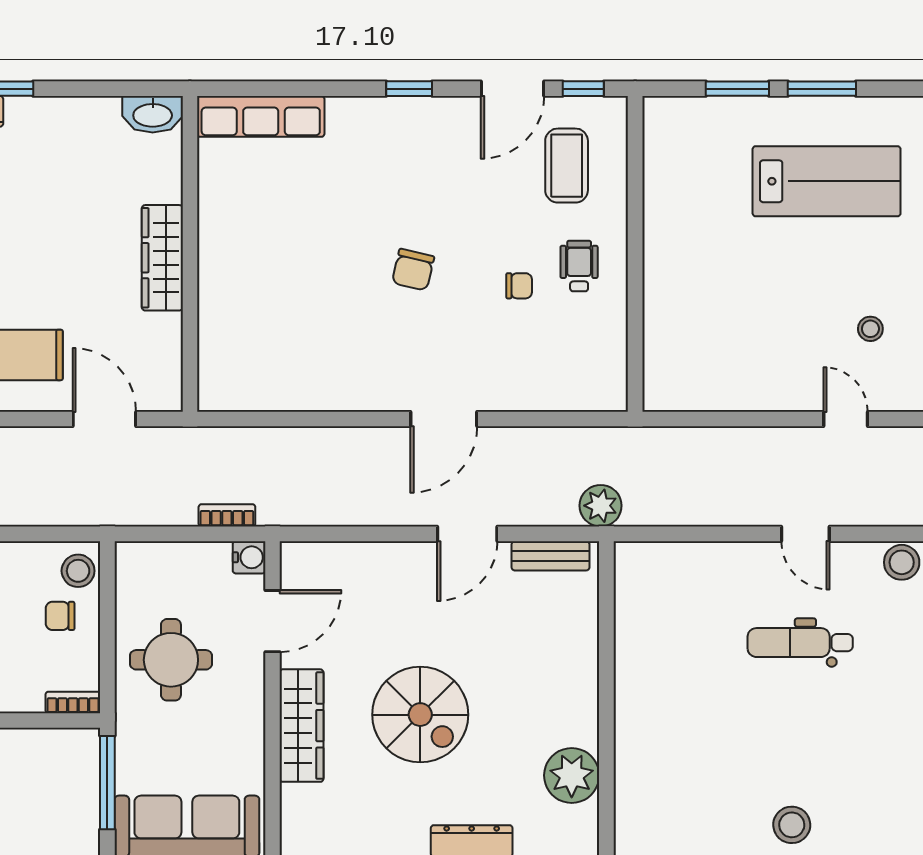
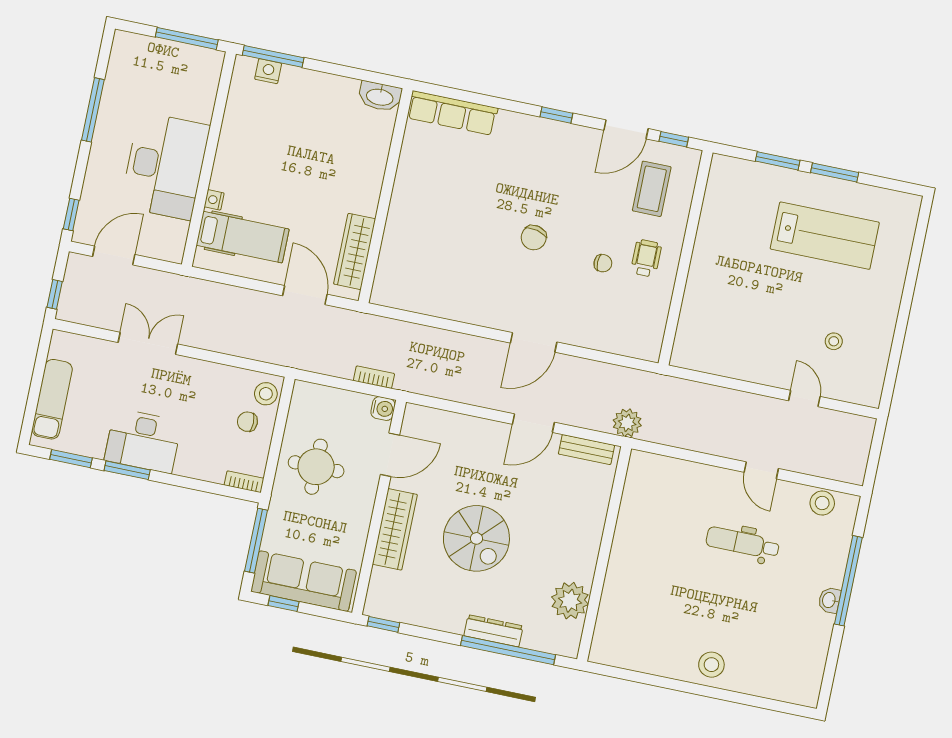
wardrobe: (162, 258) -> (355, 251), moved

